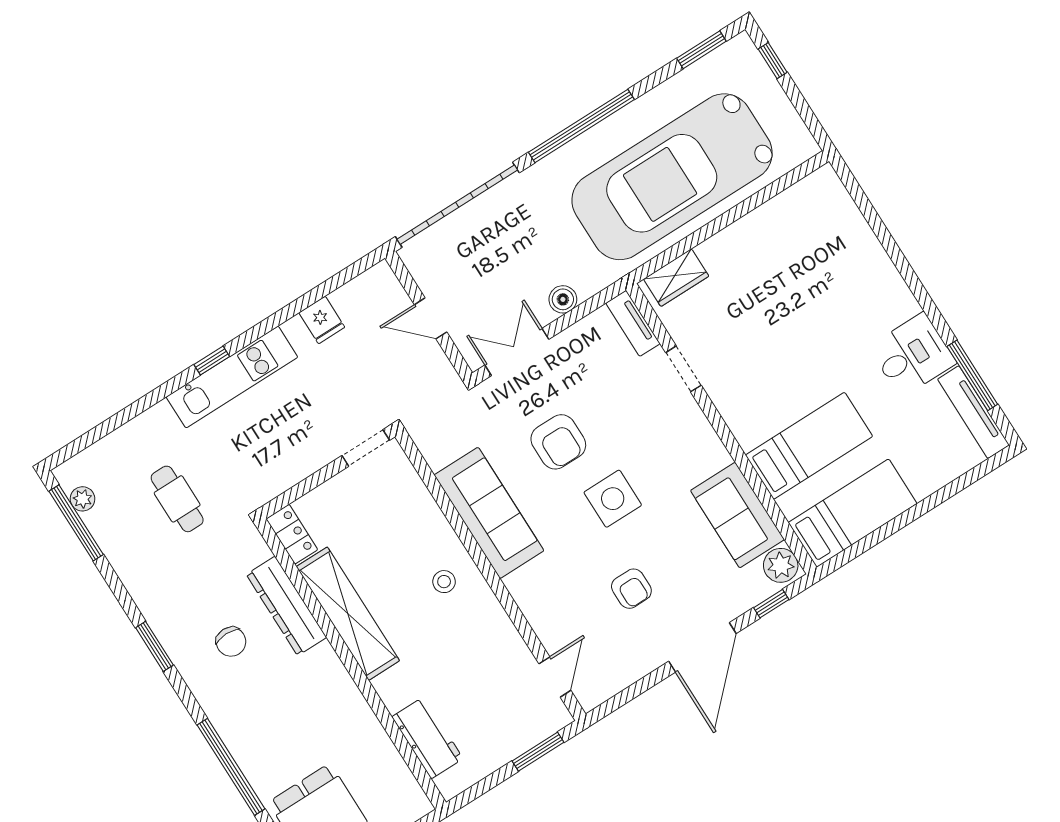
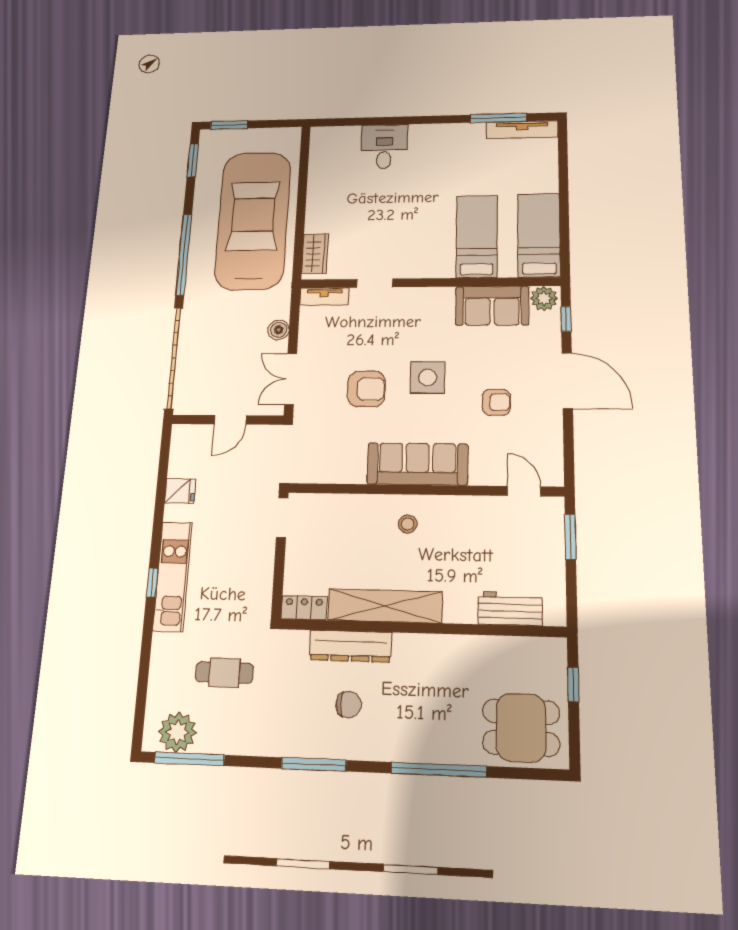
window: (773, 61) -> (229, 125), width x1.50
car: (672, 177) -> (253, 220), turned 180
desk: (912, 355) -> (384, 147), moved
plant: (83, 499) -> (177, 732), width x1.87, depth x1.87
sofa: (489, 513) -> (417, 464), moved
window: (154, 646) -> (314, 764), width x1.44

